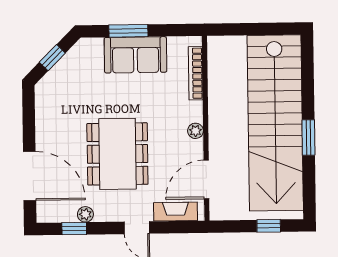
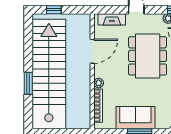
plant: (195, 131) -> (99, 83), moved
window: (308, 138) -> (28, 83), moved
door: (206, 179) -> (92, 51), moved

